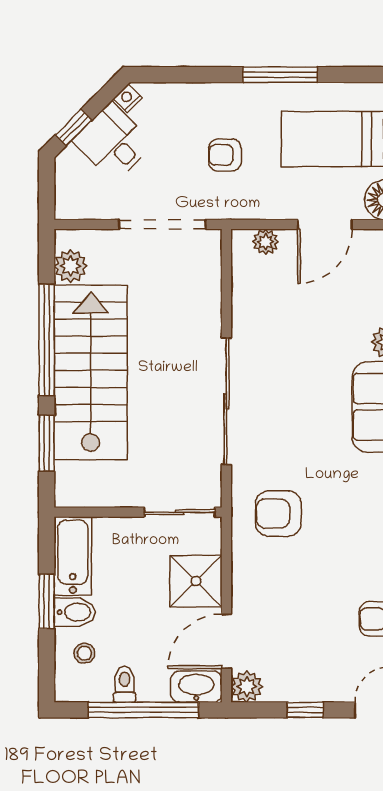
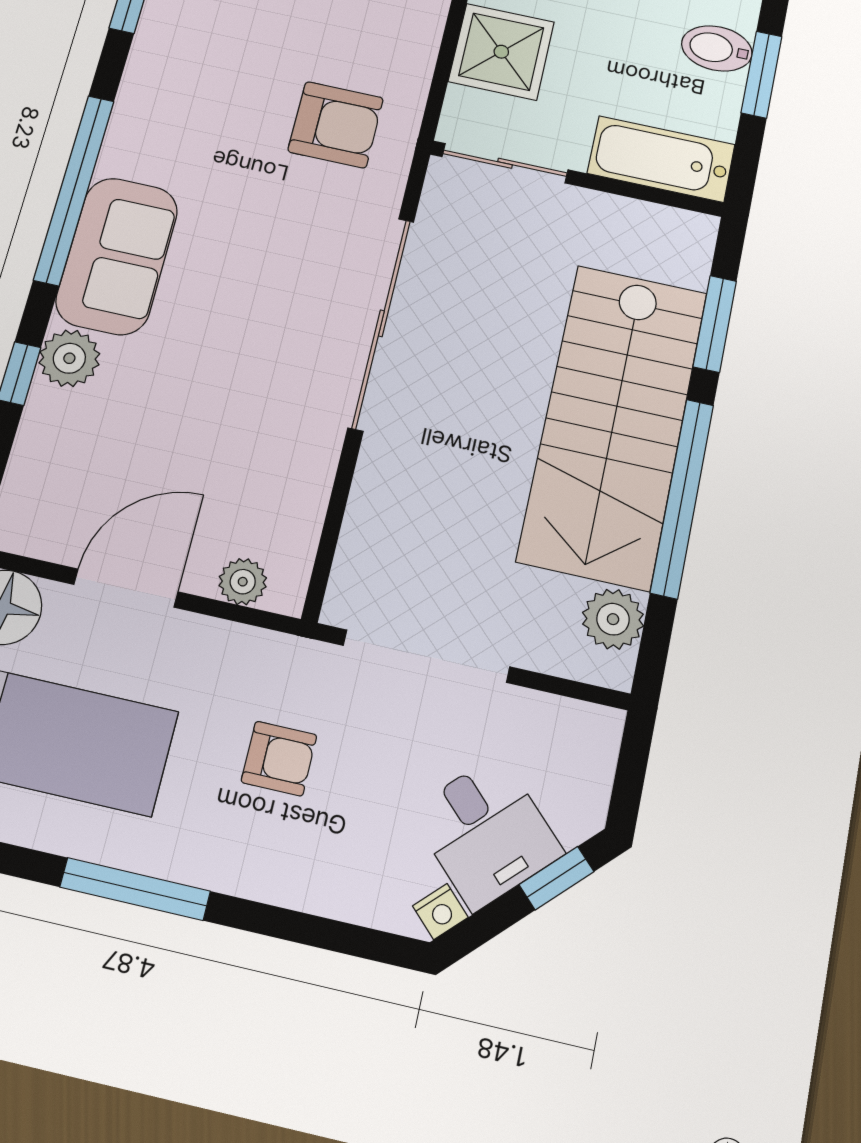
bathtub: (73, 556) -> (661, 159), moved, turned 90

